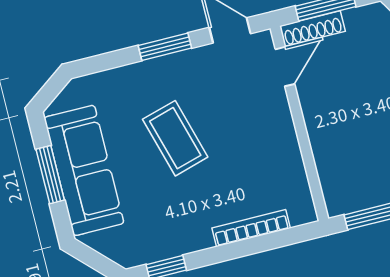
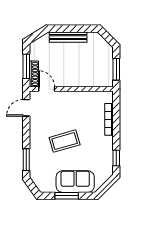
window: (165, 47) -> (26, 160), moved
sofa: (84, 170) -> (75, 182), width x0.73

